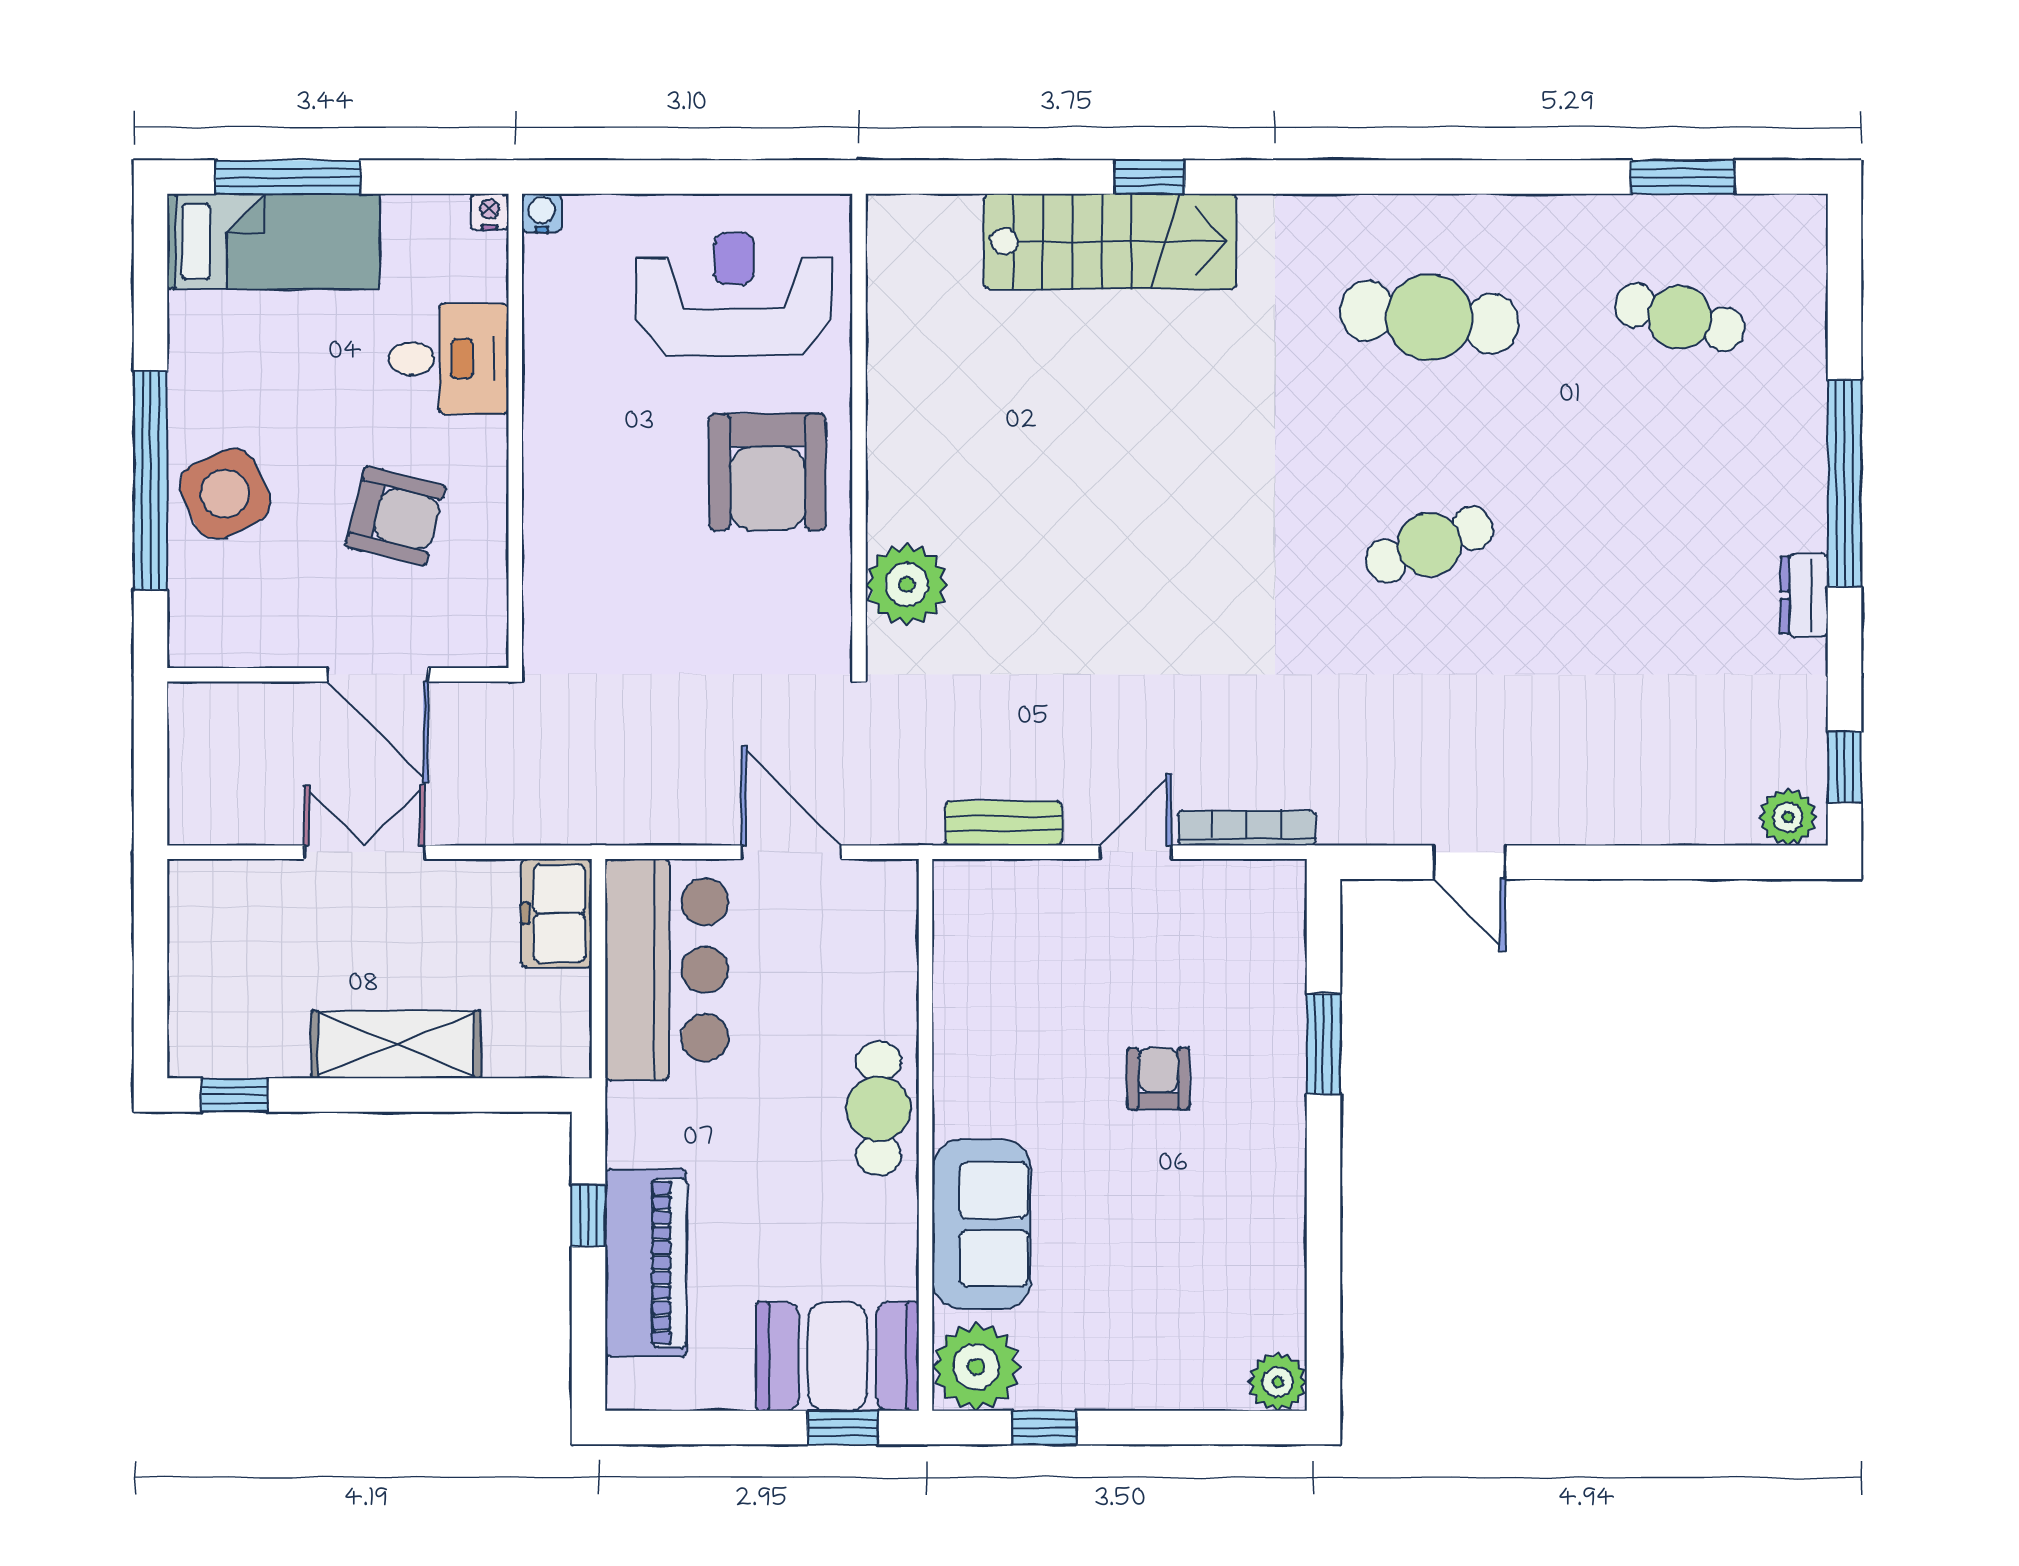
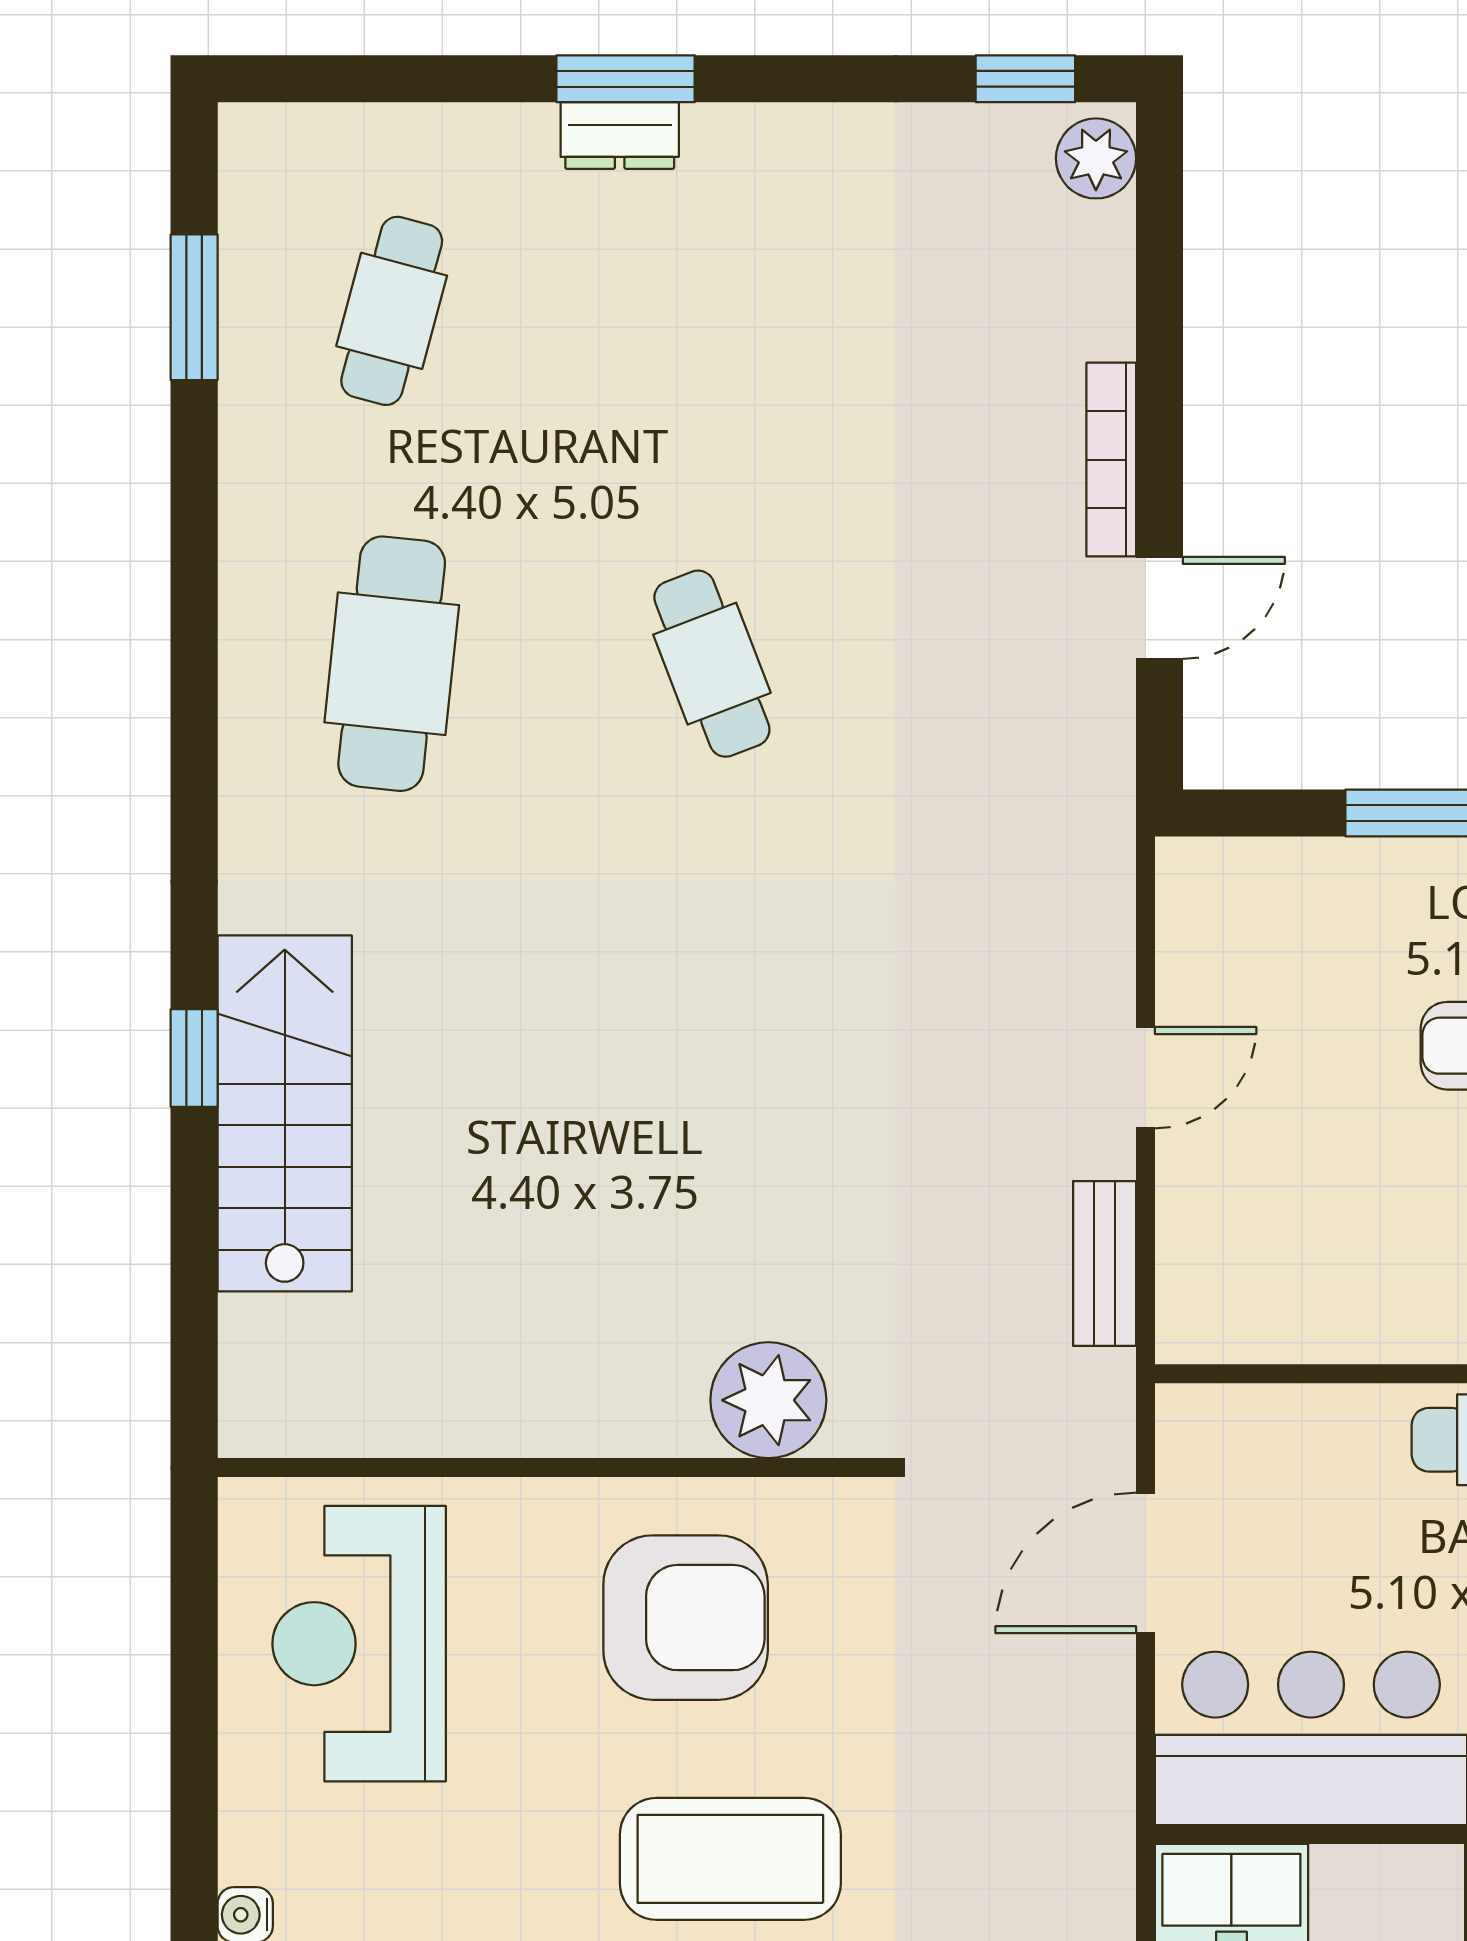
armchair: (768, 472) -> (686, 1618), moved
window: (1845, 483) -> (626, 79), width x0.47
coffee table: (581, 558) -> (730, 1859), added
dresser: (1804, 595) -> (620, 136), moved
bookcase: (1247, 828) -> (1111, 460), moved
door: (1136, 852) -> (1145, 1078), swing flipped

